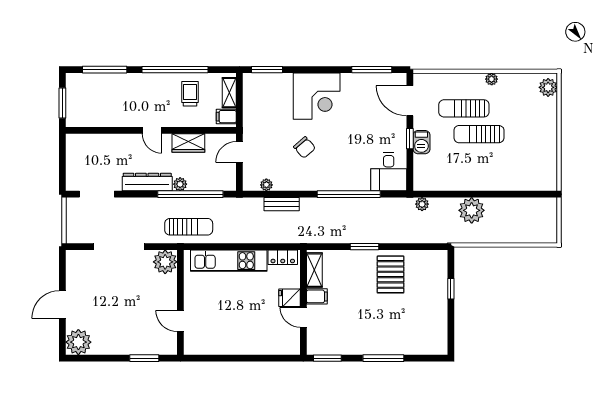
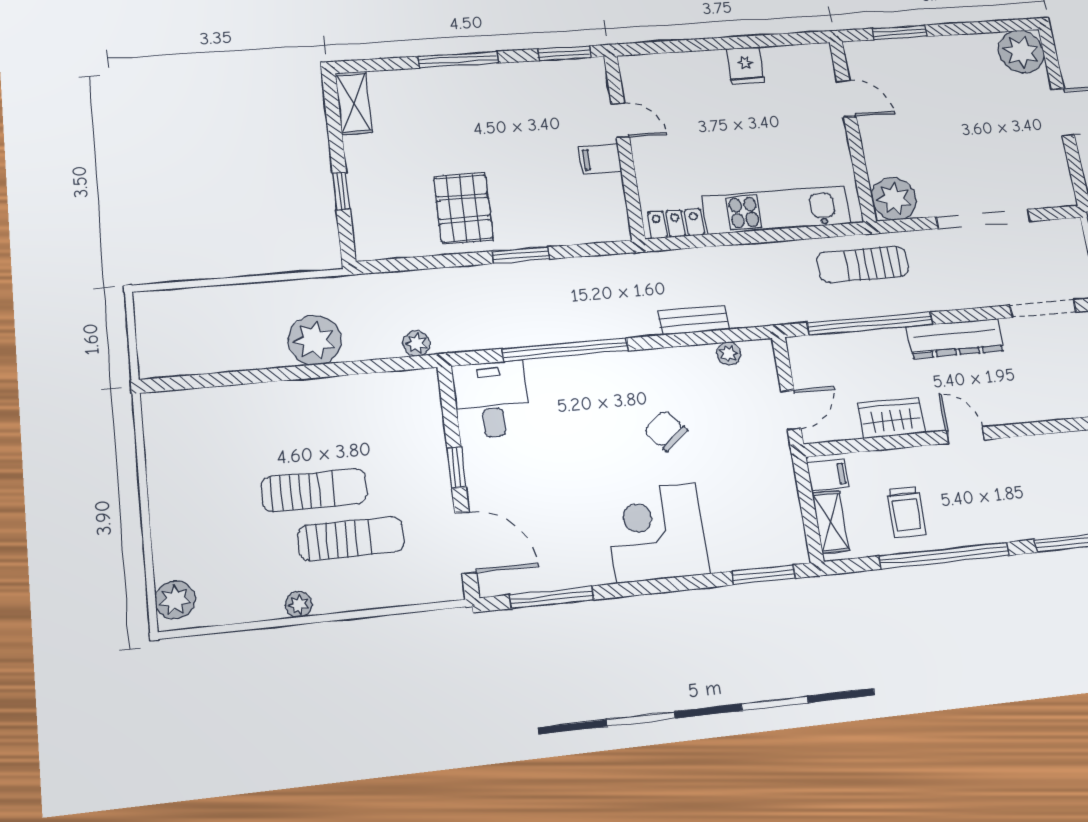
barbecue: (421, 142) -> (432, 463), removed
plant: (180, 184) -> (893, 340), removed
shelving: (314, 270) -> (354, 103), moved
fridge: (289, 298) -> (746, 66), moved, turned 90

